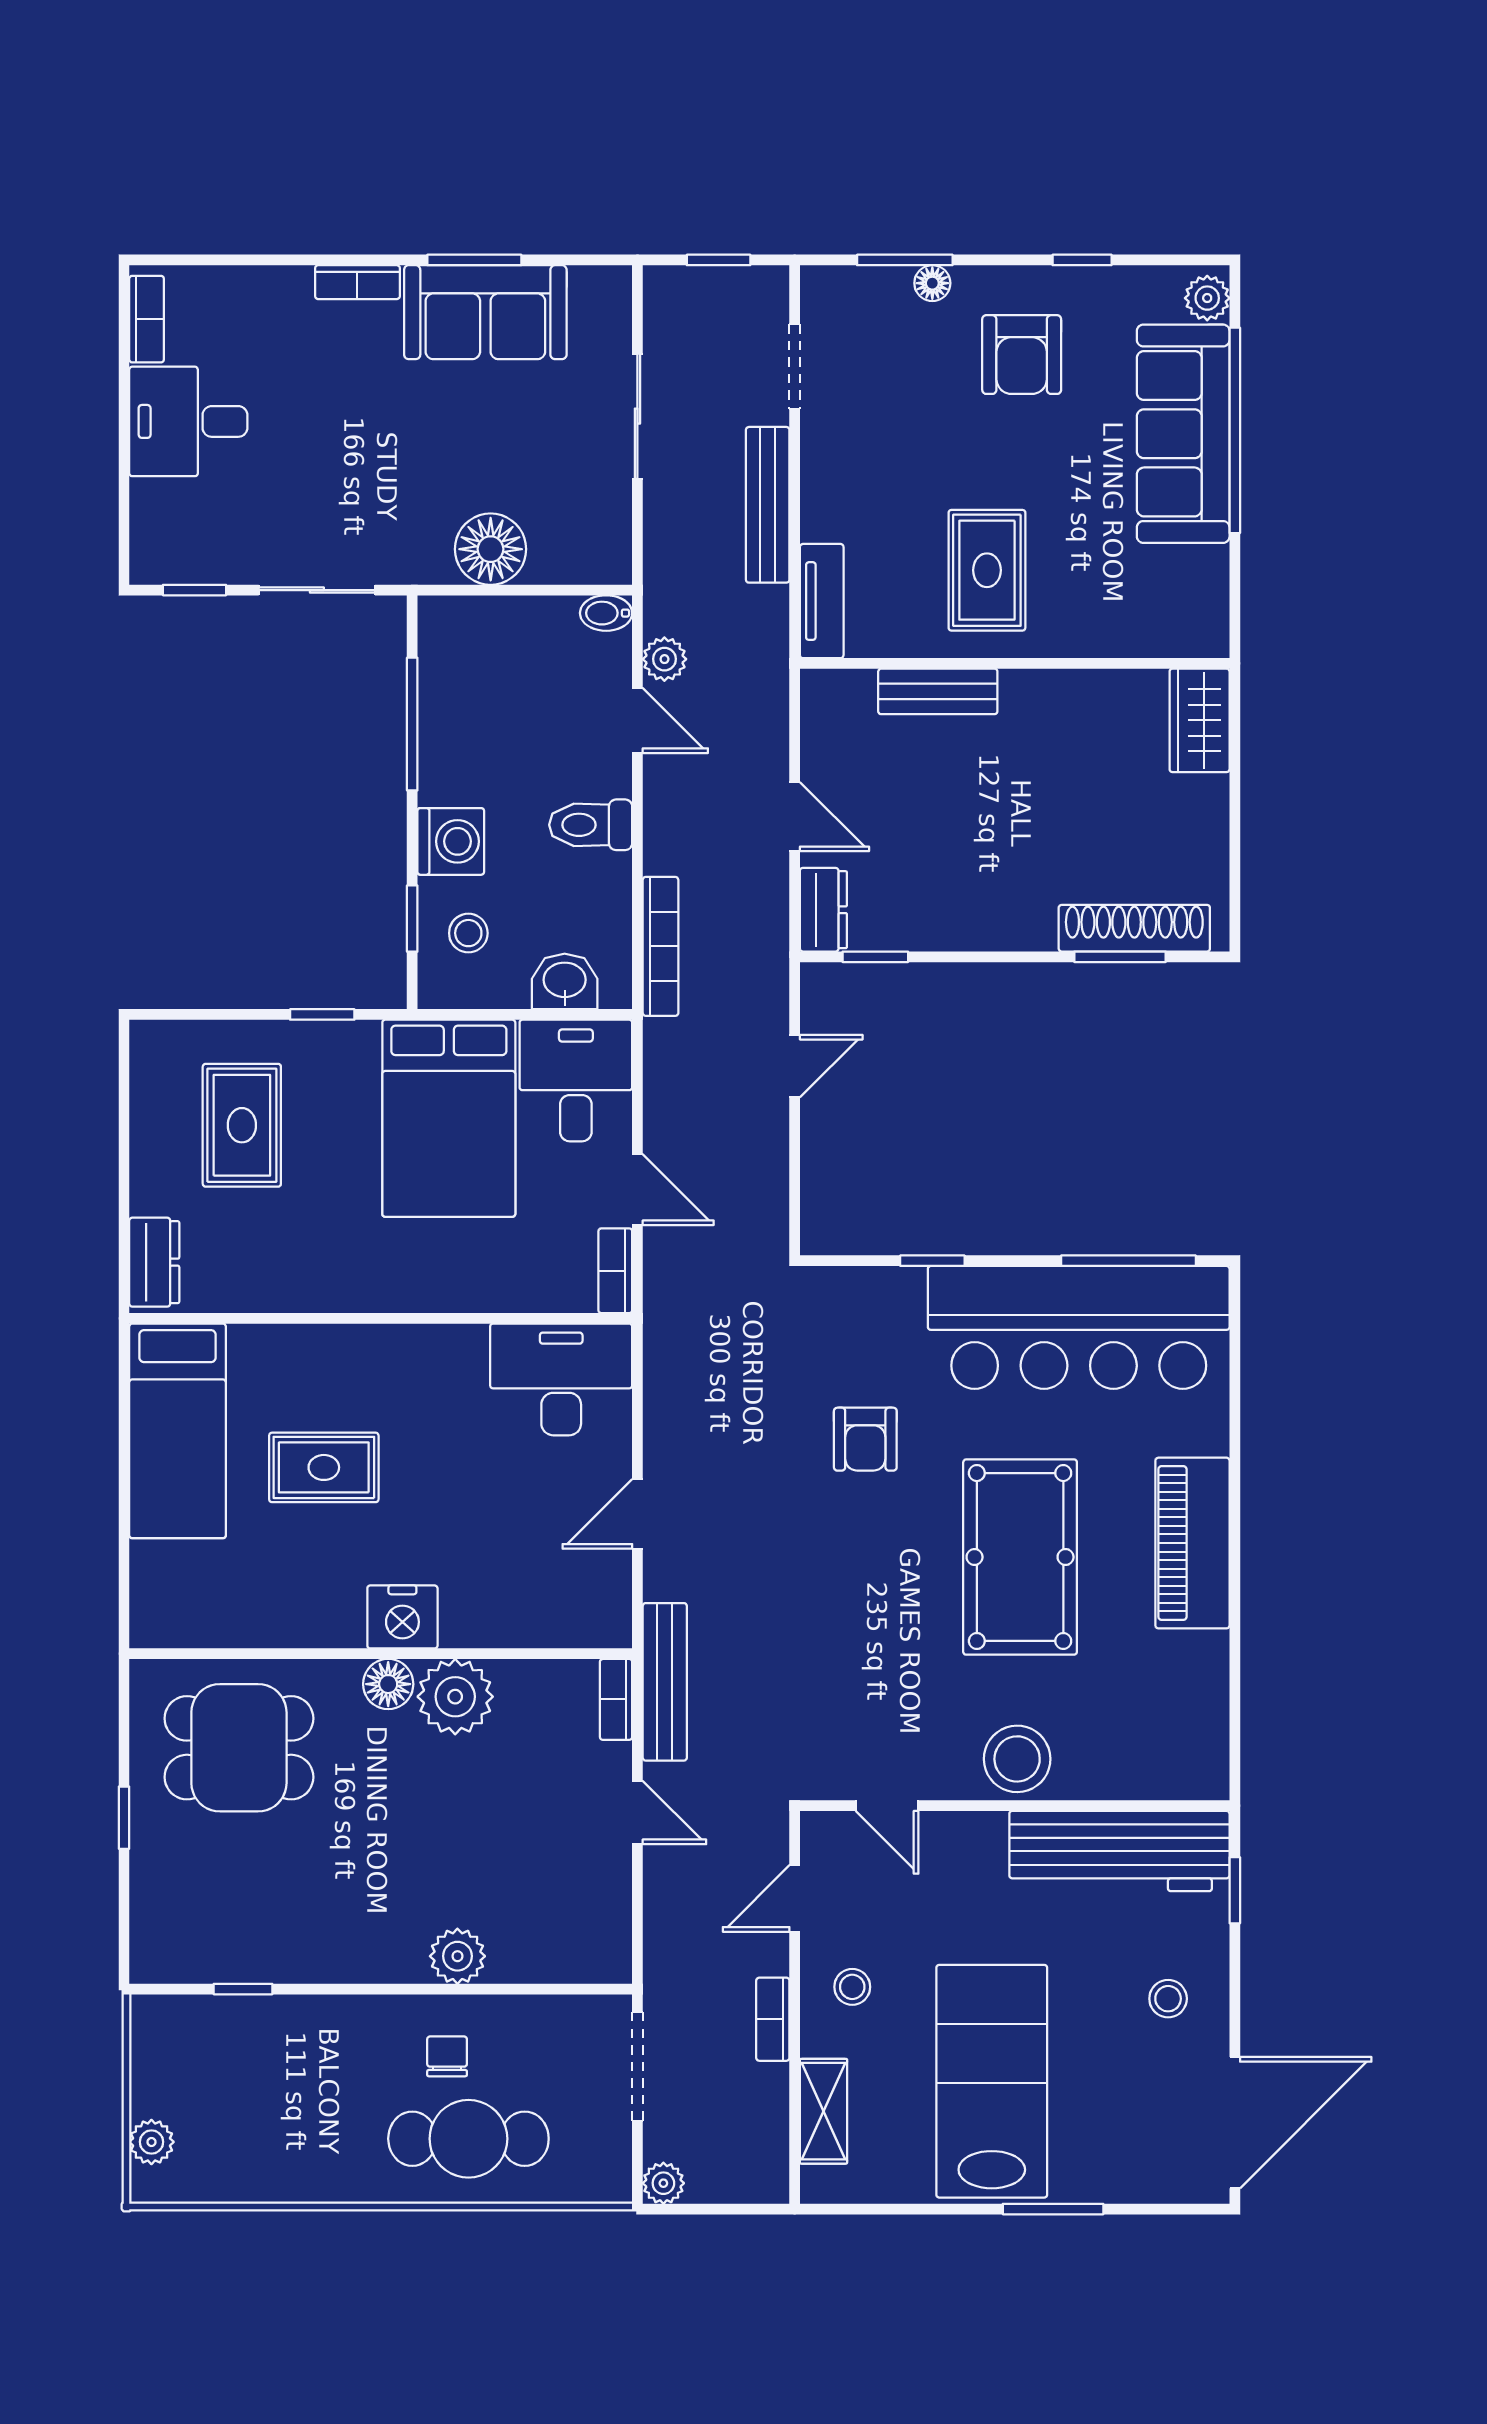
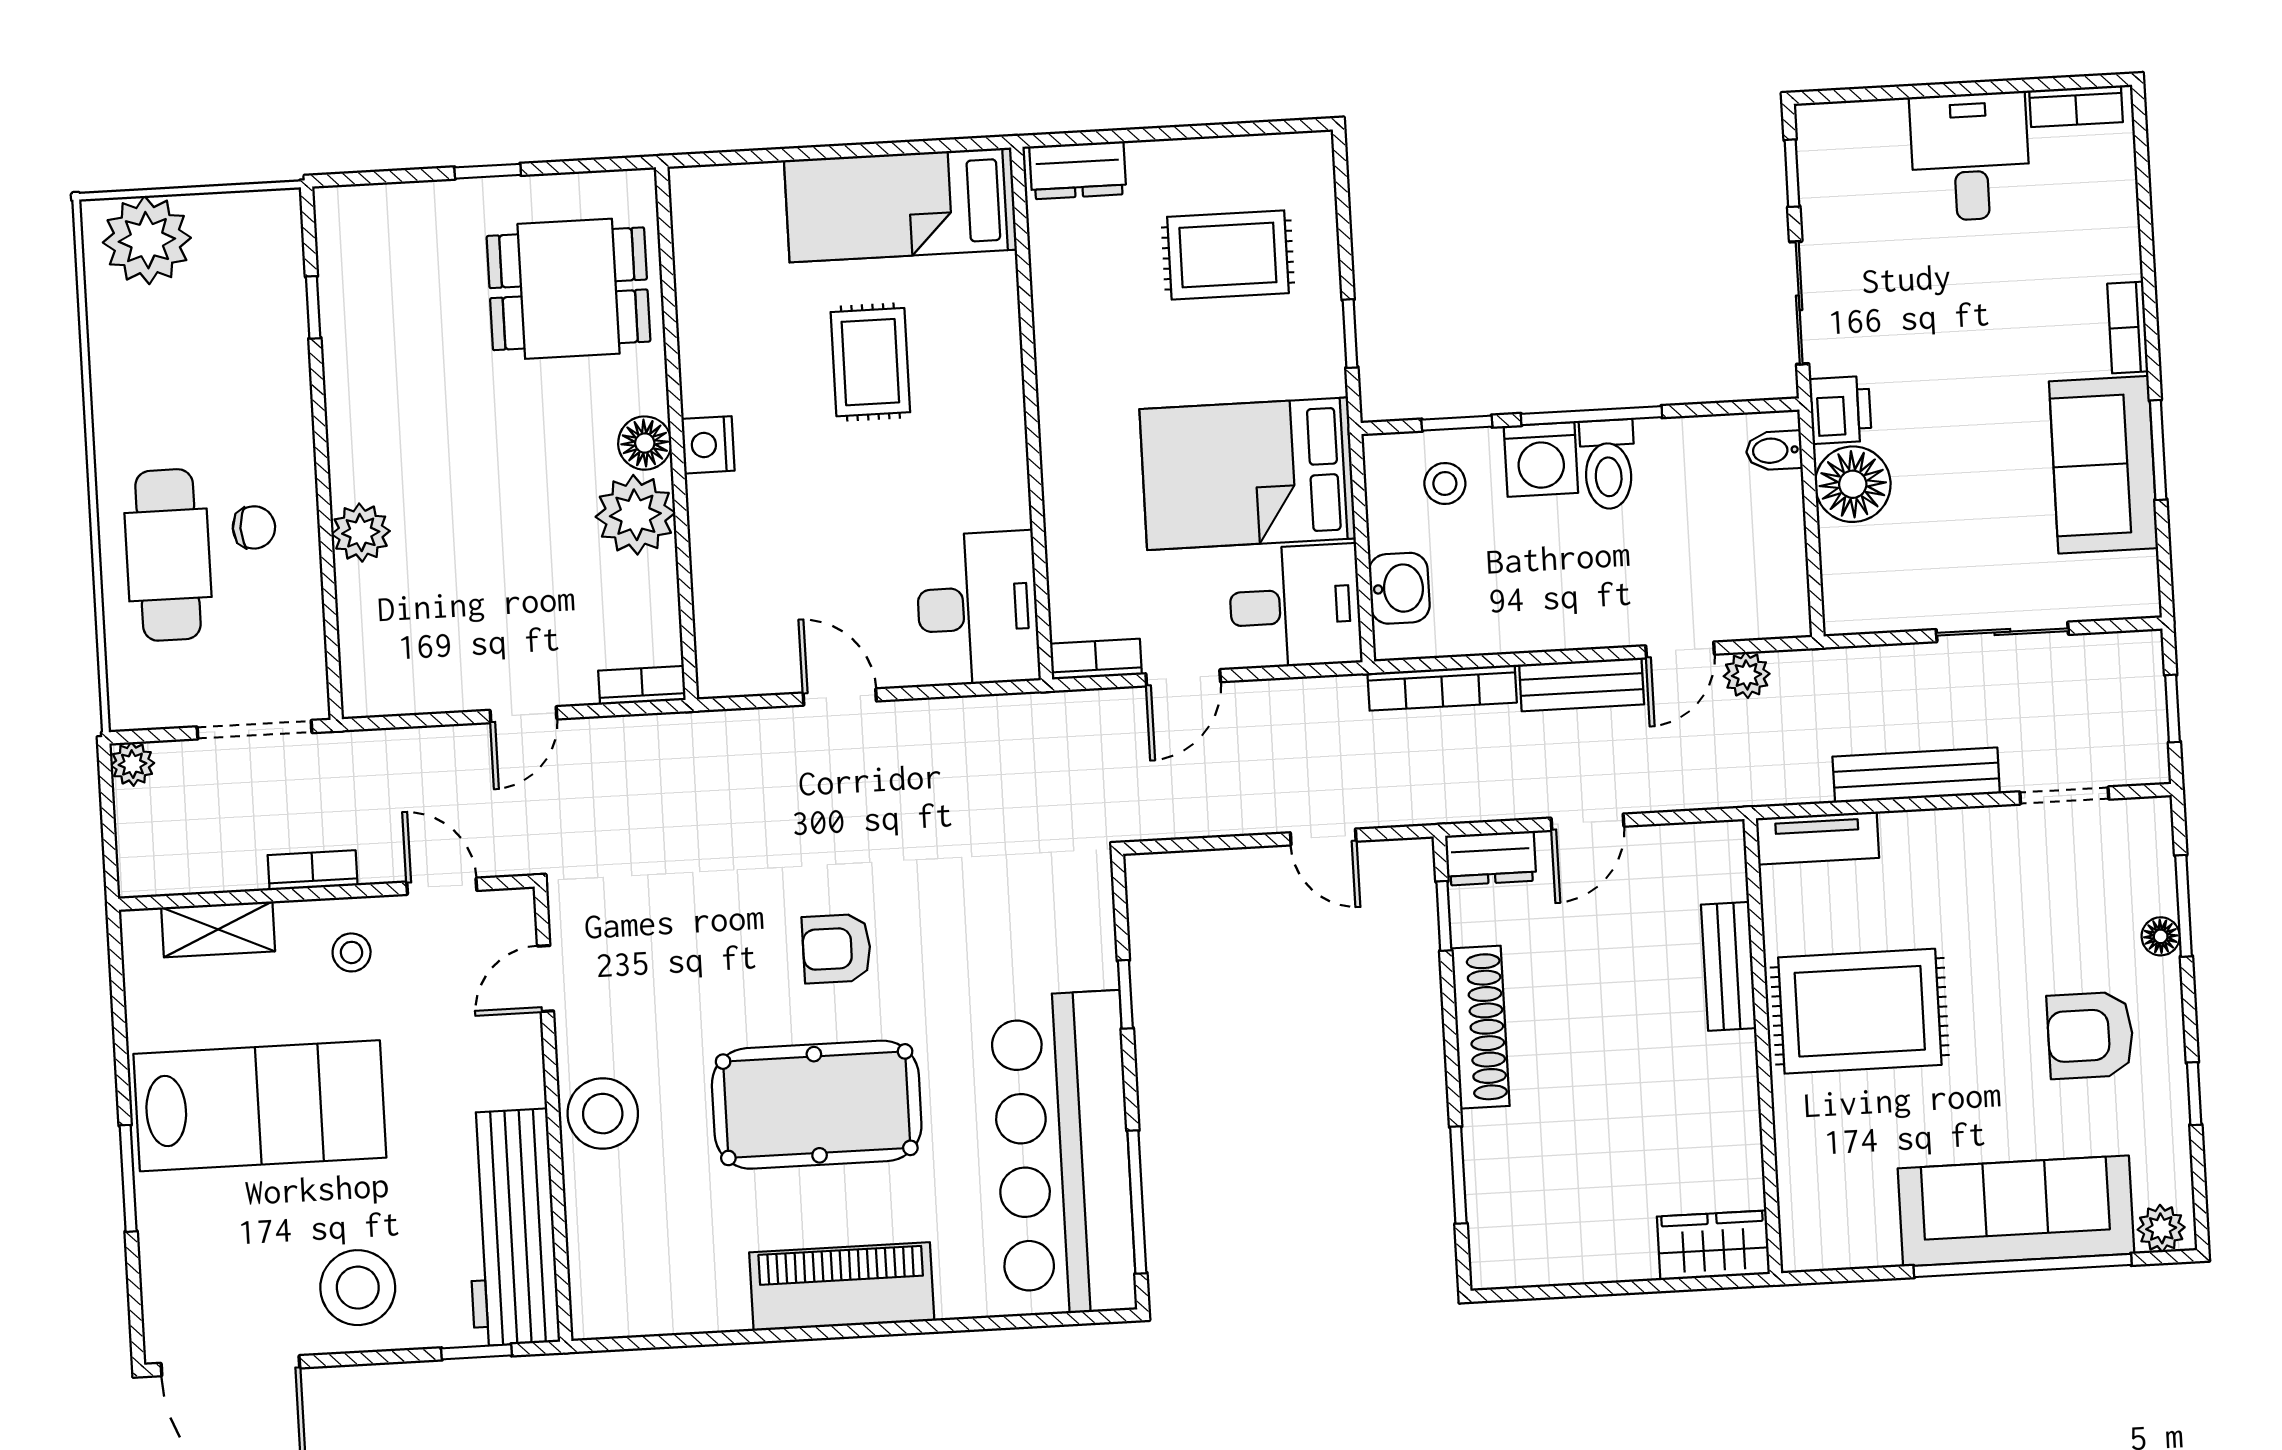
printer: (420, 557) -> (1840, 410), added
rug: (987, 570) -> (1860, 1011), width x1.36, depth x1.43
bidet: (606, 613) -> (1774, 450), moved, turned -90
window: (412, 724) -> (1592, 416), moved
toilet: (591, 825) -> (1608, 464), moved, turned 180
shoe rack: (1134, 928) -> (1480, 1027), moved
armchair: (865, 1439) -> (837, 949), moved
nightstand: (402, 1617) -> (708, 445), width x0.74, depth x0.75
bench: (665, 1682) -> (1582, 685), moved, width x0.73
dining table: (239, 1748) -> (568, 289), turned 90
stool: (1168, 1999) -> (358, 1288), width x1.89, depth x1.89
plant: (151, 2142) -> (147, 240), width x1.87, depth x1.87

